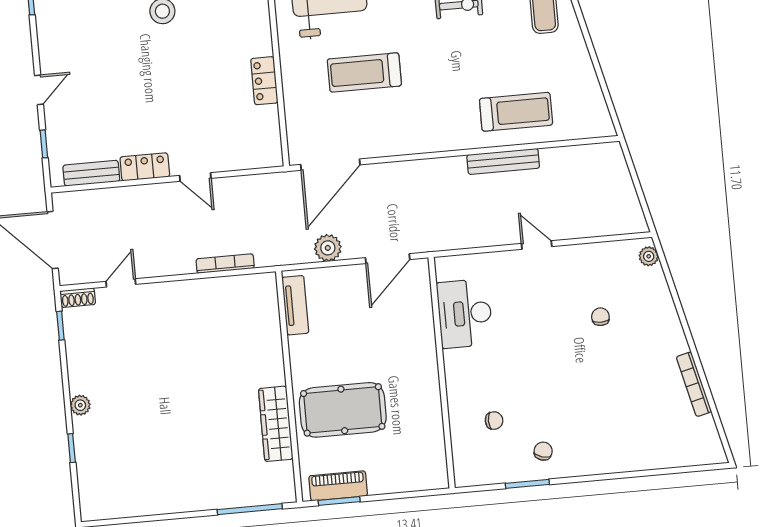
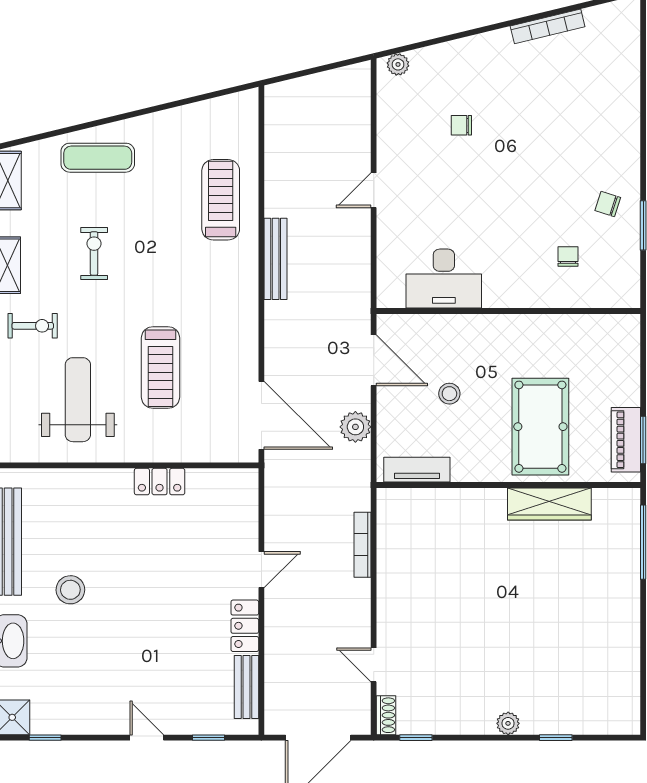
bench: (503, 161) -> (276, 259), moved
stool: (364, 328) -> (449, 394), added

